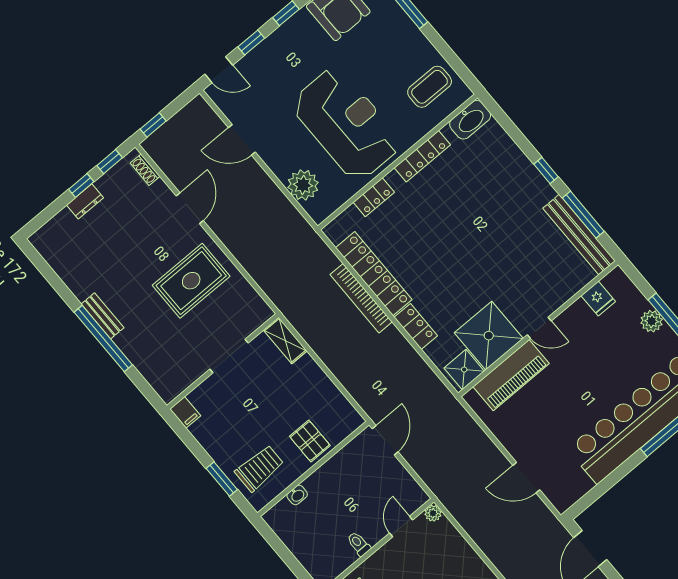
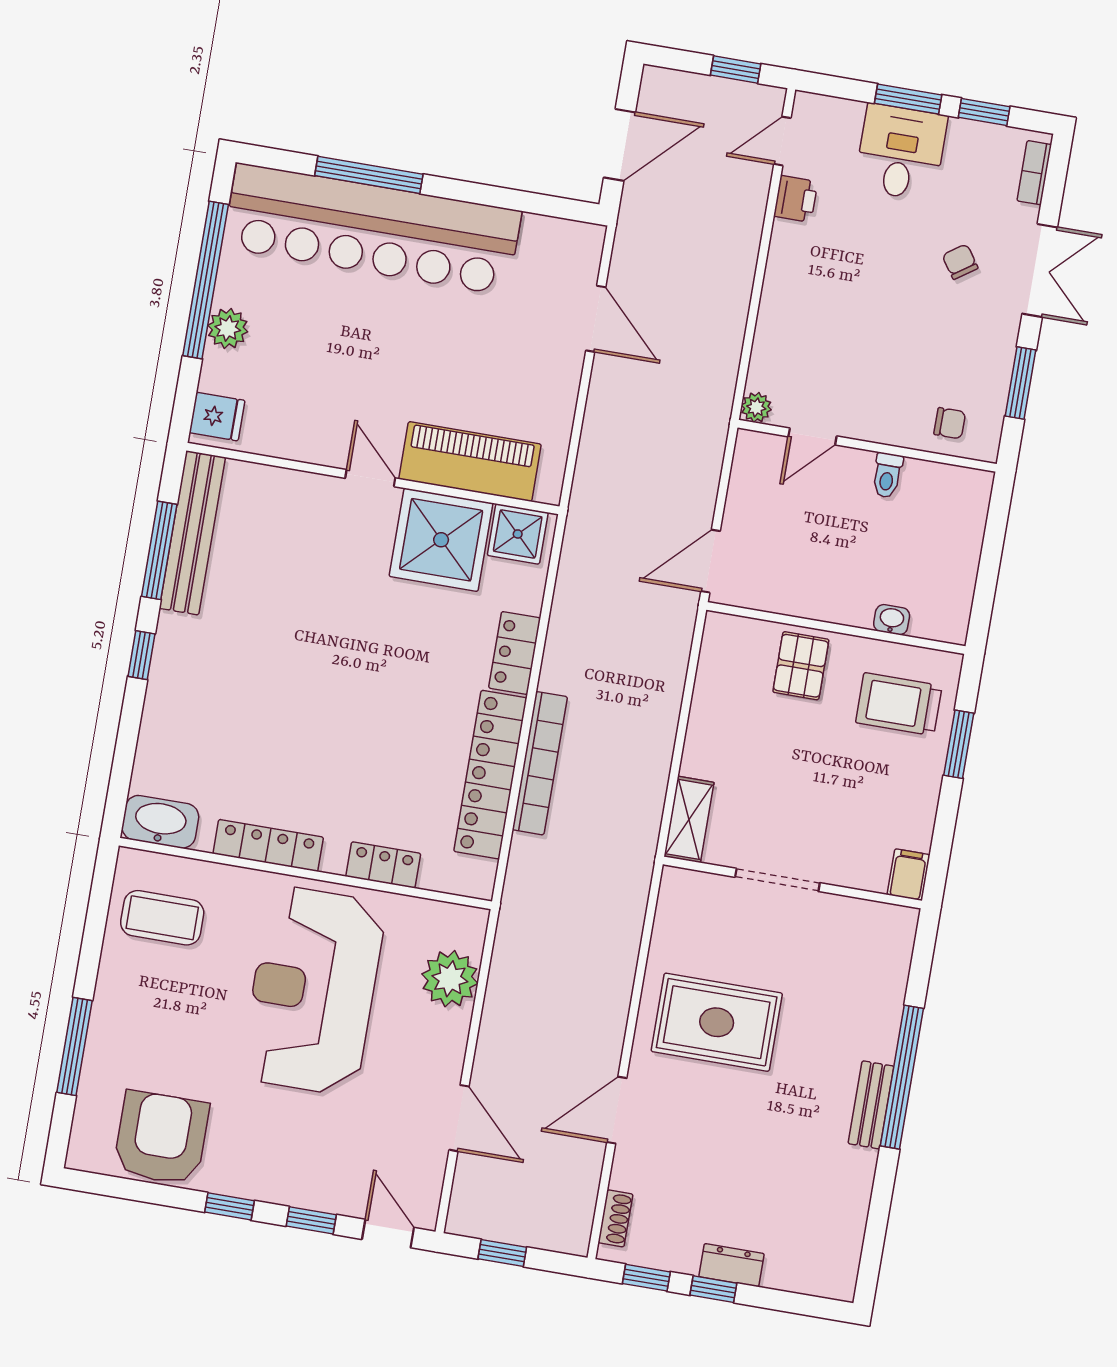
window: (153, 125) -> (502, 1253), moved
fridge: (598, 299) -> (217, 417), moved, turned 90

